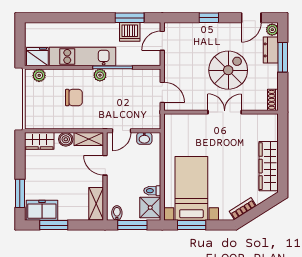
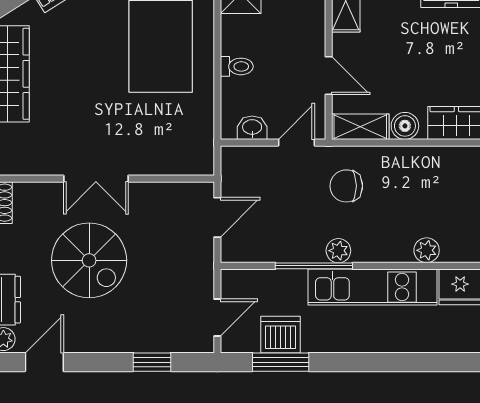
window: (209, 18) -> (152, 362), moved
spiral stairs: (228, 70) -> (89, 260), turned -90
plant: (39, 75) -> (427, 250), moved
door: (162, 92) -> (217, 217), swing flipped
chair: (74, 97) -> (346, 186), moved
toilet: (152, 191) -> (237, 66), moved

